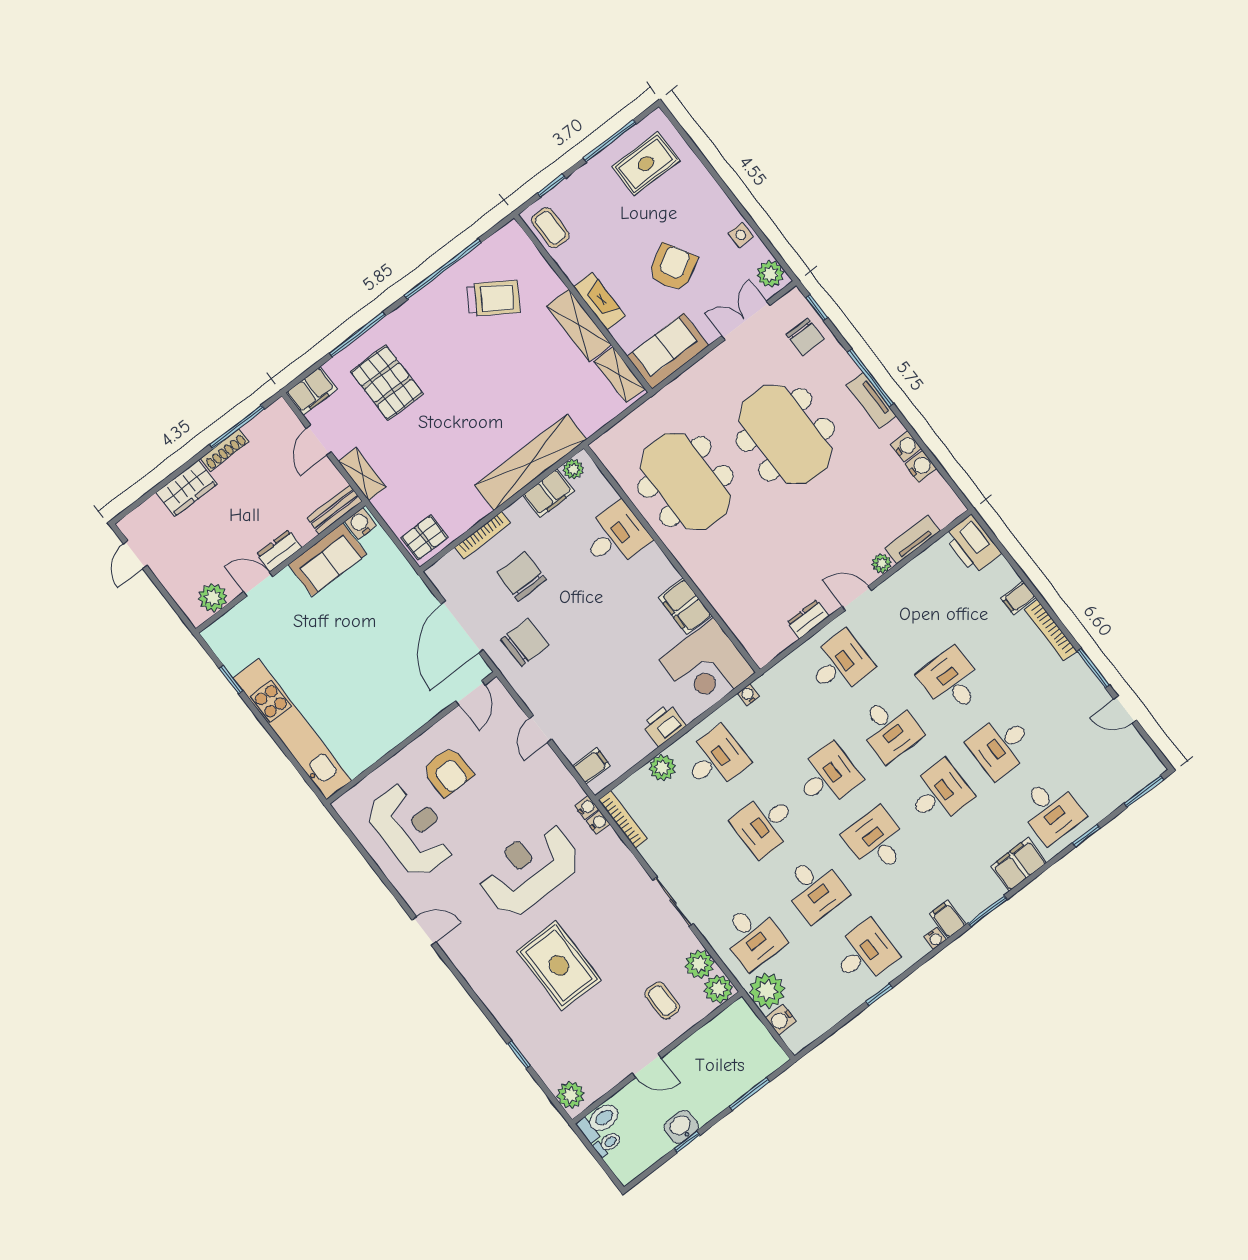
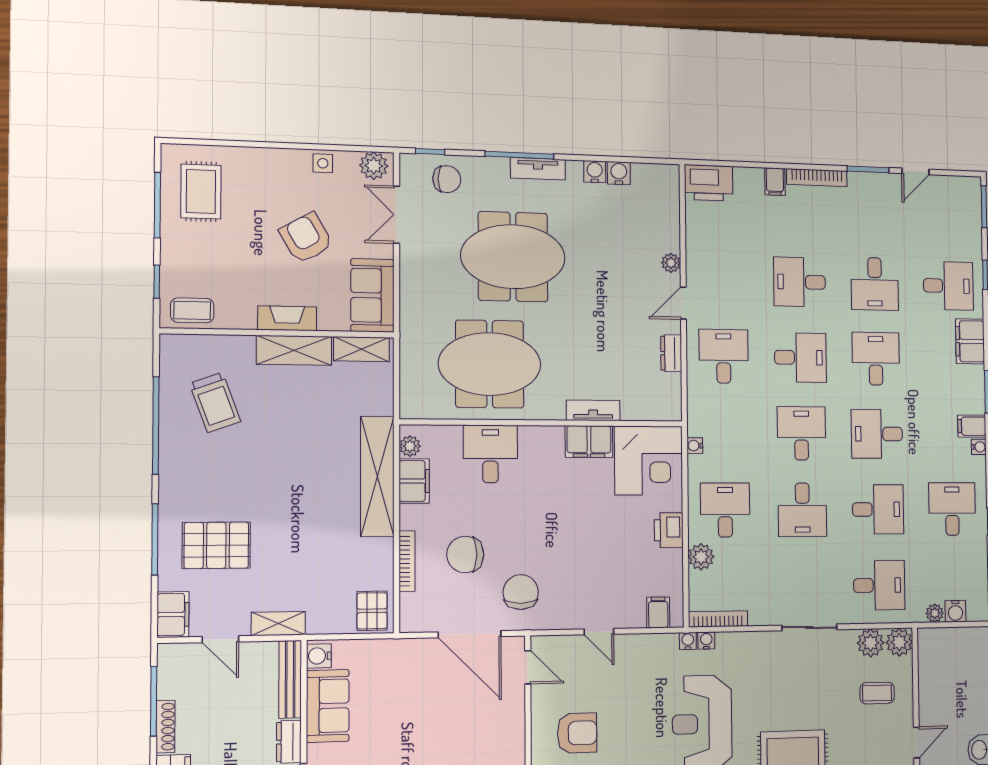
trolley: (494, 298) -> (215, 402), turned 127
bench: (335, 509) -> (290, 679), width x1.36
tv unit: (912, 539) -> (593, 410), moved, turned 90
plant: (767, 990) -> (935, 613), width x0.53, depth x0.53

